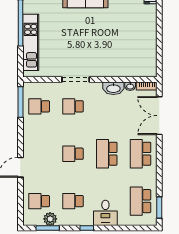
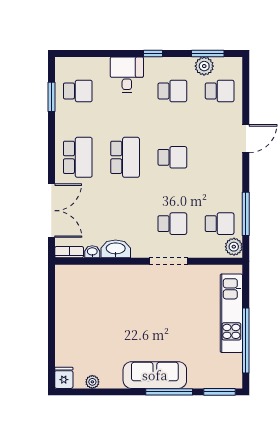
plant: (29, 90) -> (234, 247), added
window: (20, 102) -> (246, 214), moved
school desk: (140, 201) -> (78, 91), width x0.54
window: (159, 208) -> (51, 97), moved

